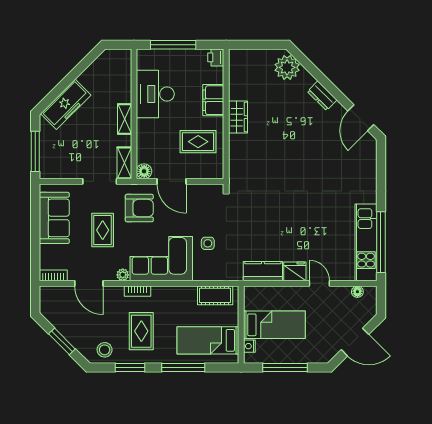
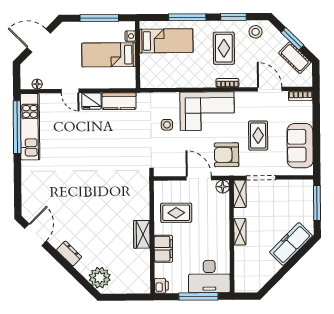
desk: (155, 94) -> (209, 277), moved, turned 90
plant: (123, 275) -> (240, 97), removed
cot: (215, 295) -> (295, 58), moved, turned 45

